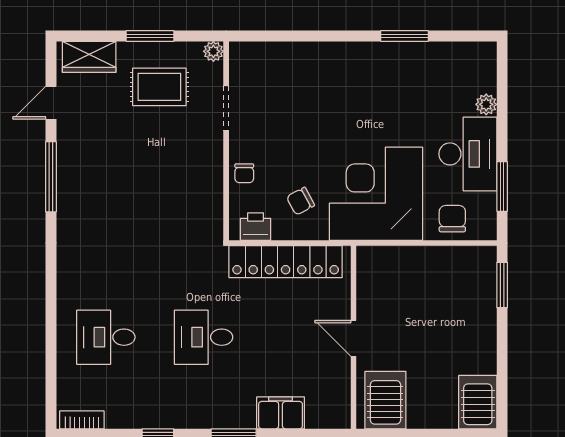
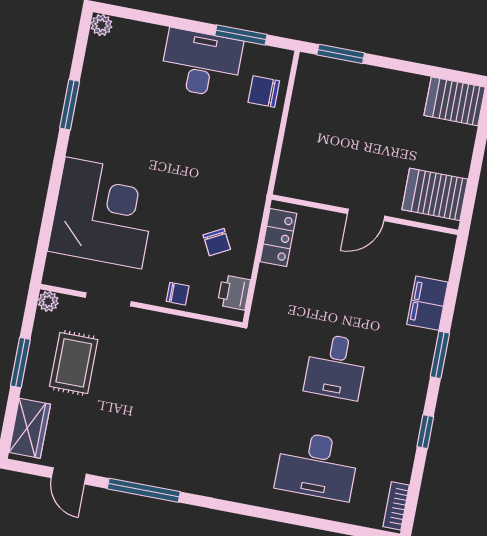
plant: (486, 104) -> (101, 25), moved
corner desk: (376, 194) -> (103, 213), moved, turned 180
locker: (286, 262) -> (278, 238), width x0.46, depth x0.83
desk: (106, 337) -> (317, 466), width x1.37

